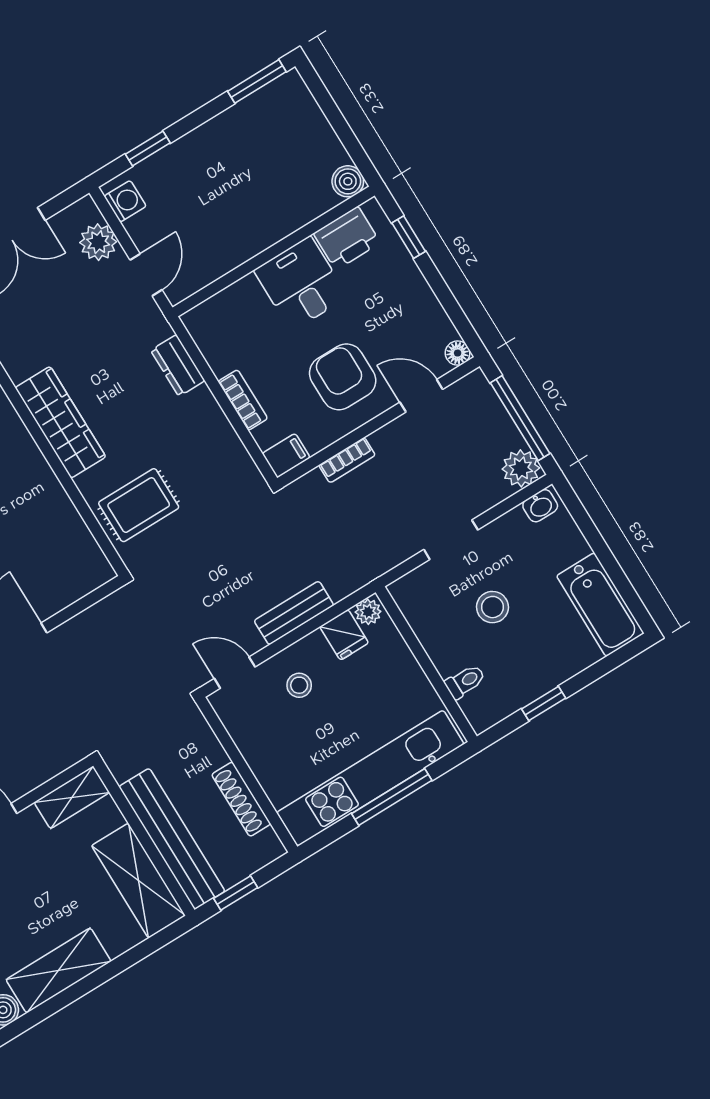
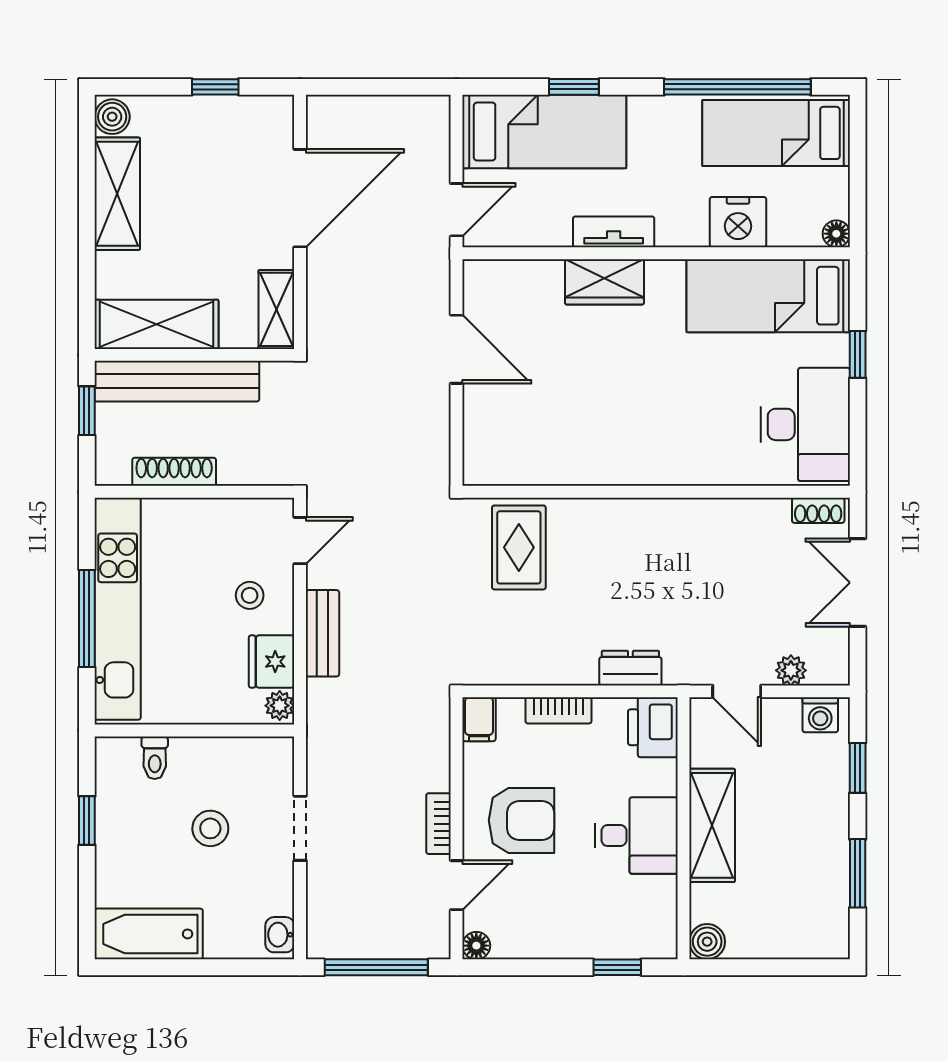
window: (257, 81) -> (858, 873), moved
shelving: (258, 231) -> (712, 825), added
printer: (347, 238) -> (653, 727), moved
plant: (98, 242) -> (791, 670), width x0.73, depth x0.73
wardrobe: (60, 422) -> (645, 521), removed
bookcase: (347, 460) -> (439, 824), moved
plant: (521, 468) -> (327, 938), removed
fridge: (344, 635) -> (272, 662), width x1.38

